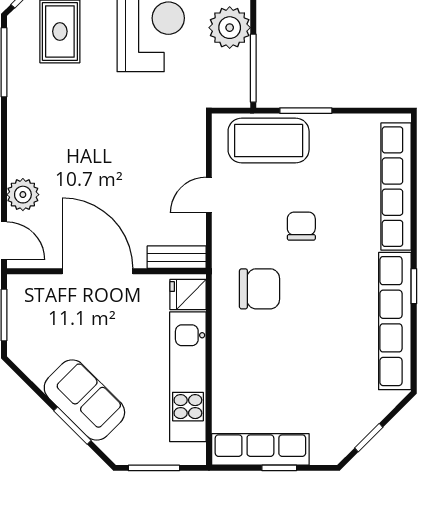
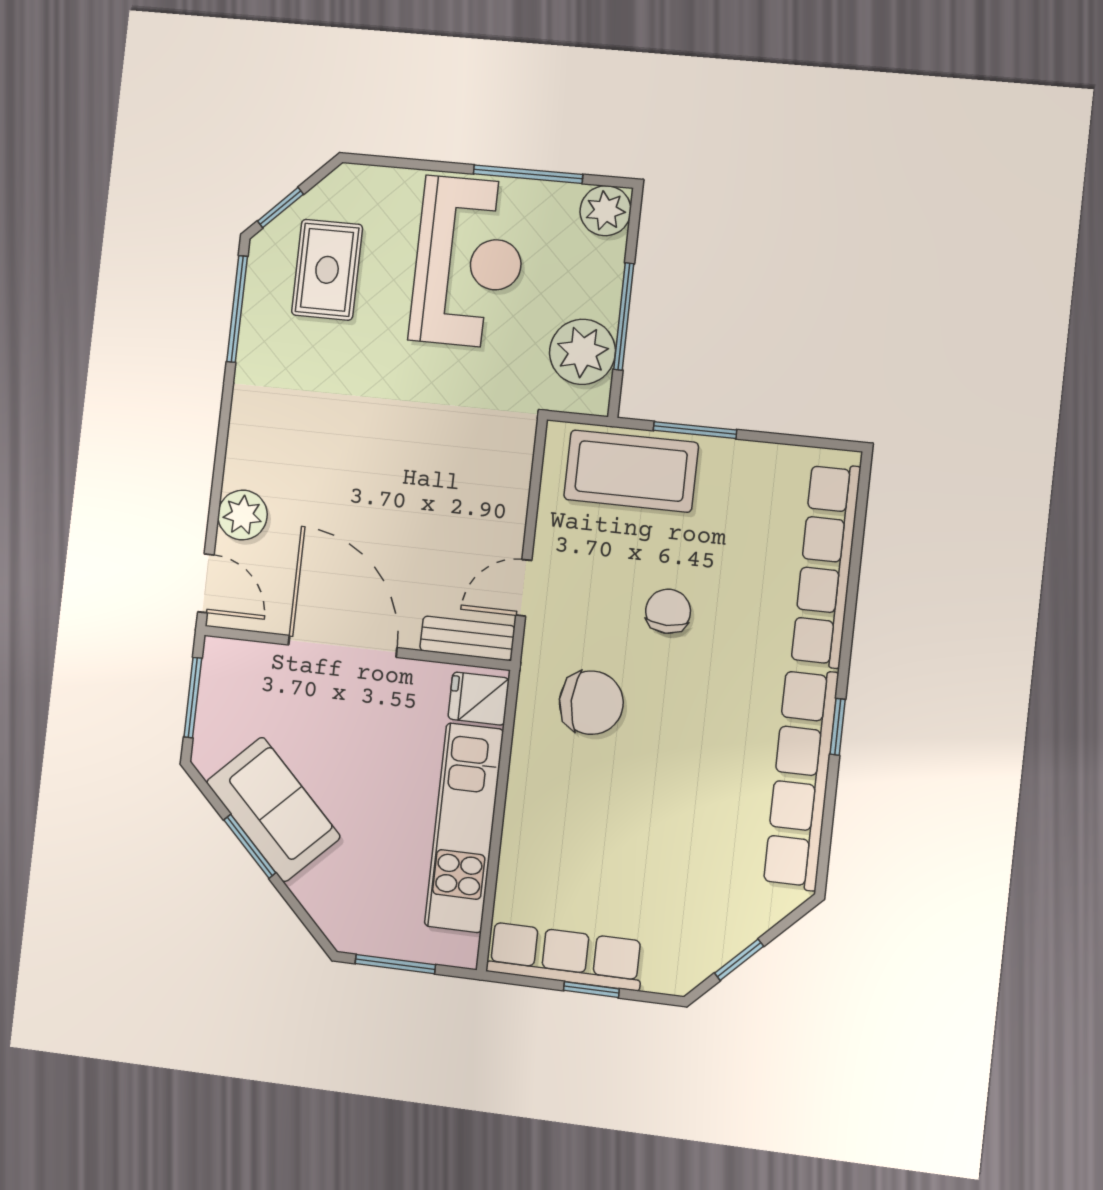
plant: (230, 28) -> (582, 352), moved
window: (253, 68) -> (624, 316), moved
door: (209, 195) -> (524, 588), moved
sofa: (84, 400) -> (273, 809), moved
window: (72, 426) -> (250, 846), moved

